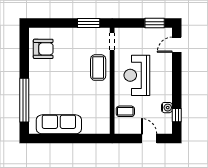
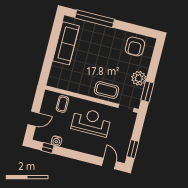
plant: (77, 36) -> (139, 78), added

